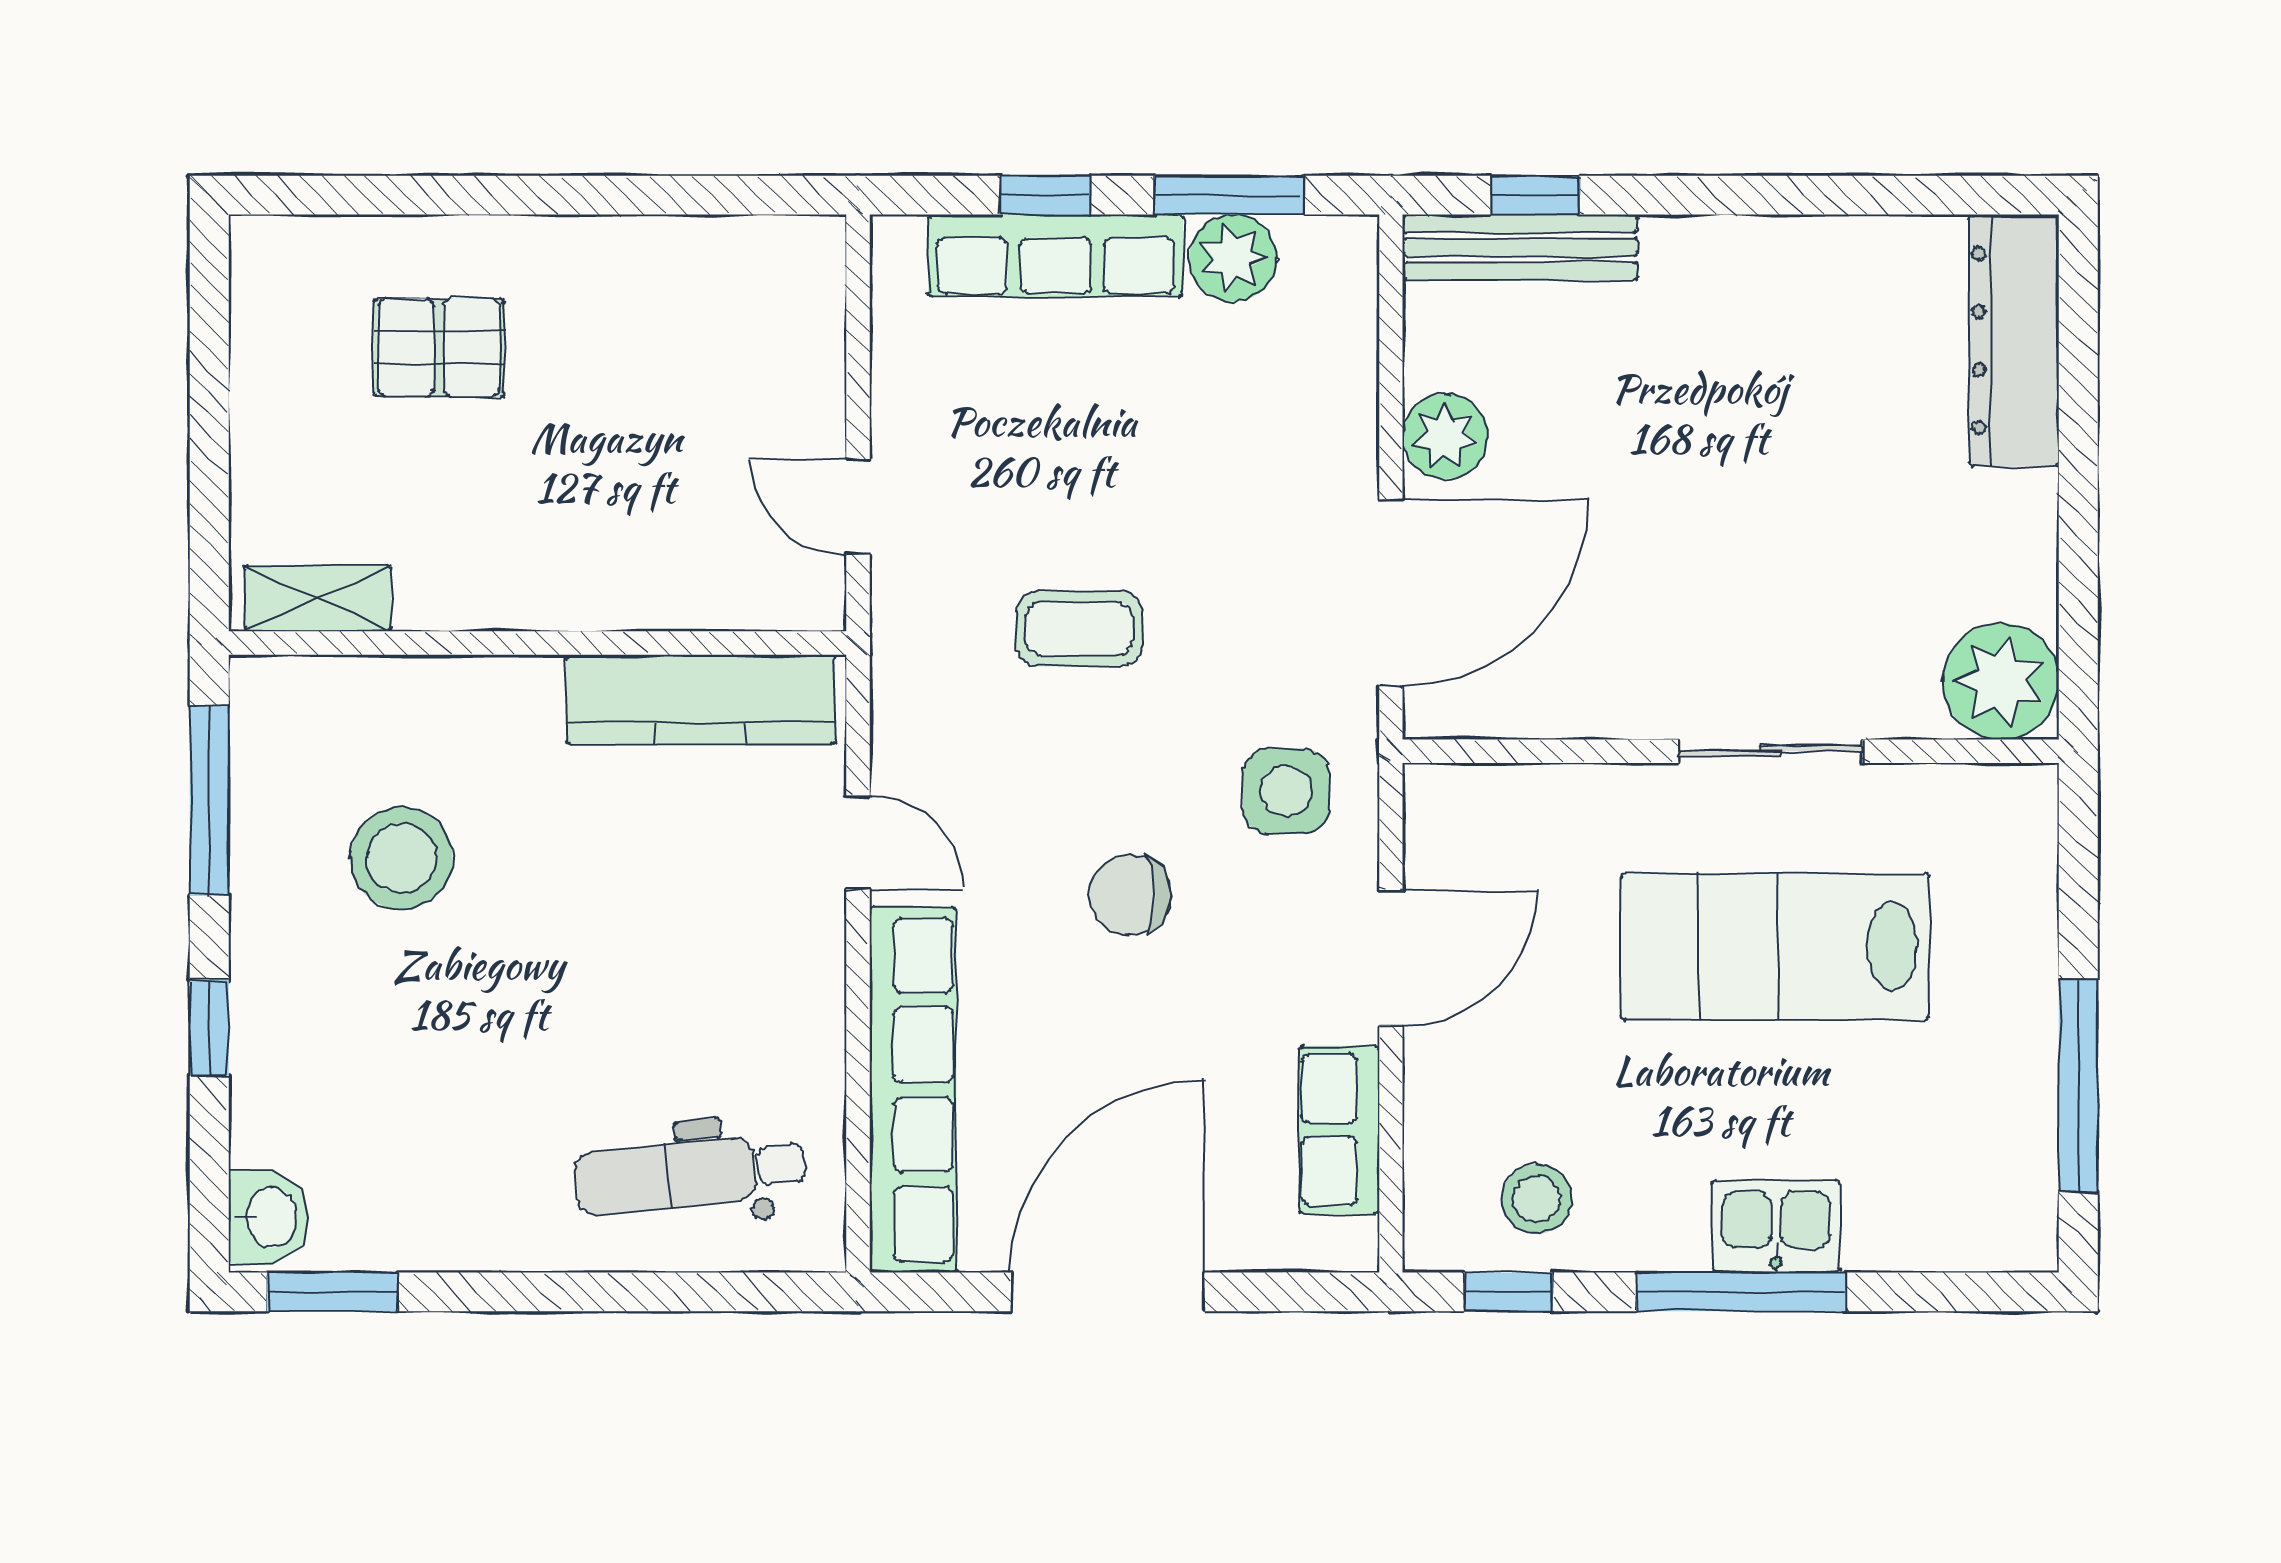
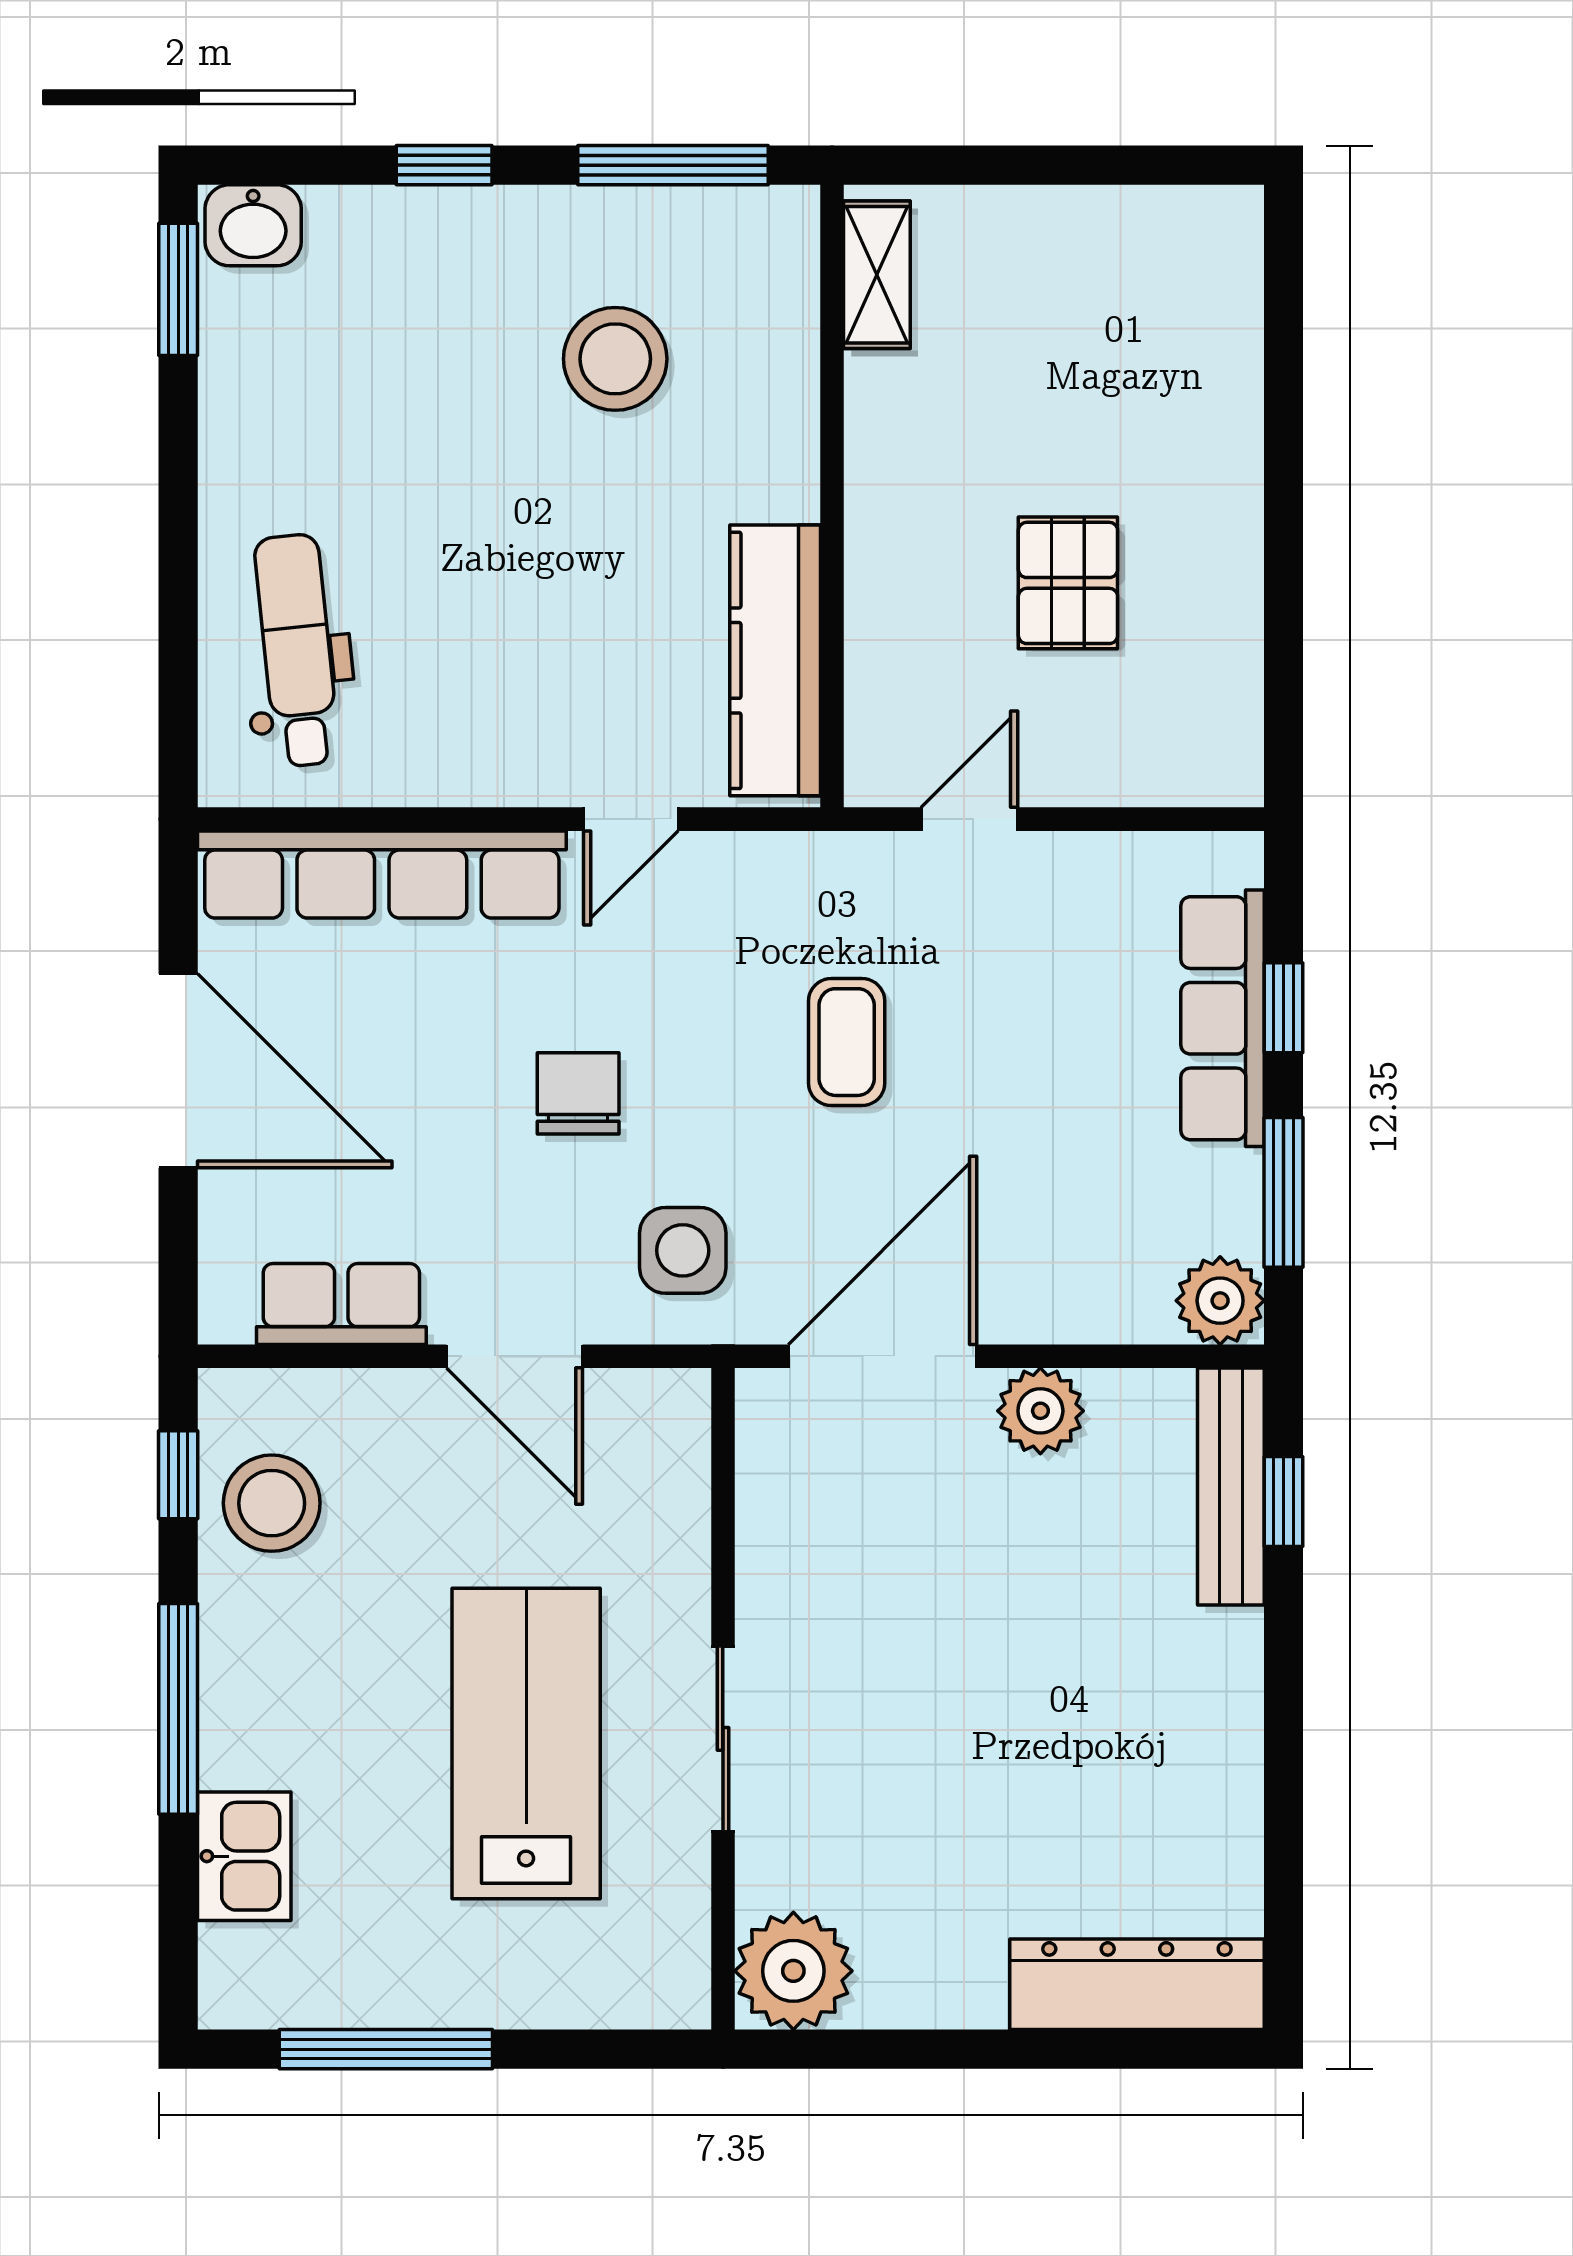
plant: (1233, 258) -> (1220, 1301), moved
pallet: (439, 348) -> (1068, 583), moved
door: (1391, 593) -> (883, 1356), swing flipped
stool: (1537, 1199) -> (272, 1503), width x1.38, depth x1.38
kitchen sink: (1776, 1226) -> (244, 1856), moved

